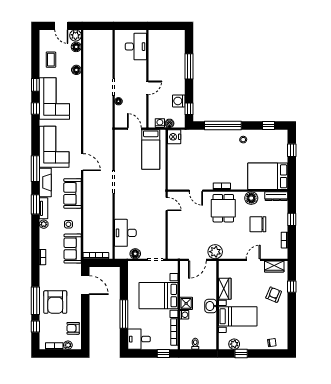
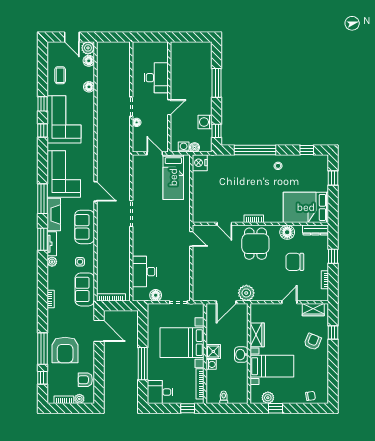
desk: (136, 47) -> (156, 78), moved

